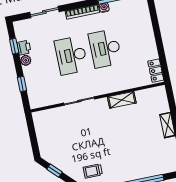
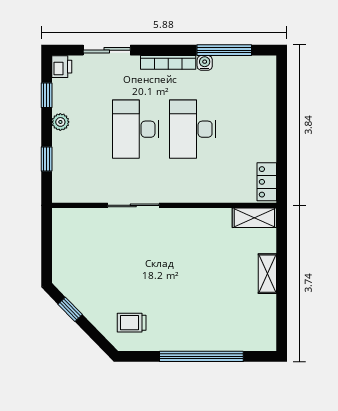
printer: (24, 48) -> (62, 67), moved
shelving: (122, 100) -> (254, 218), moved

